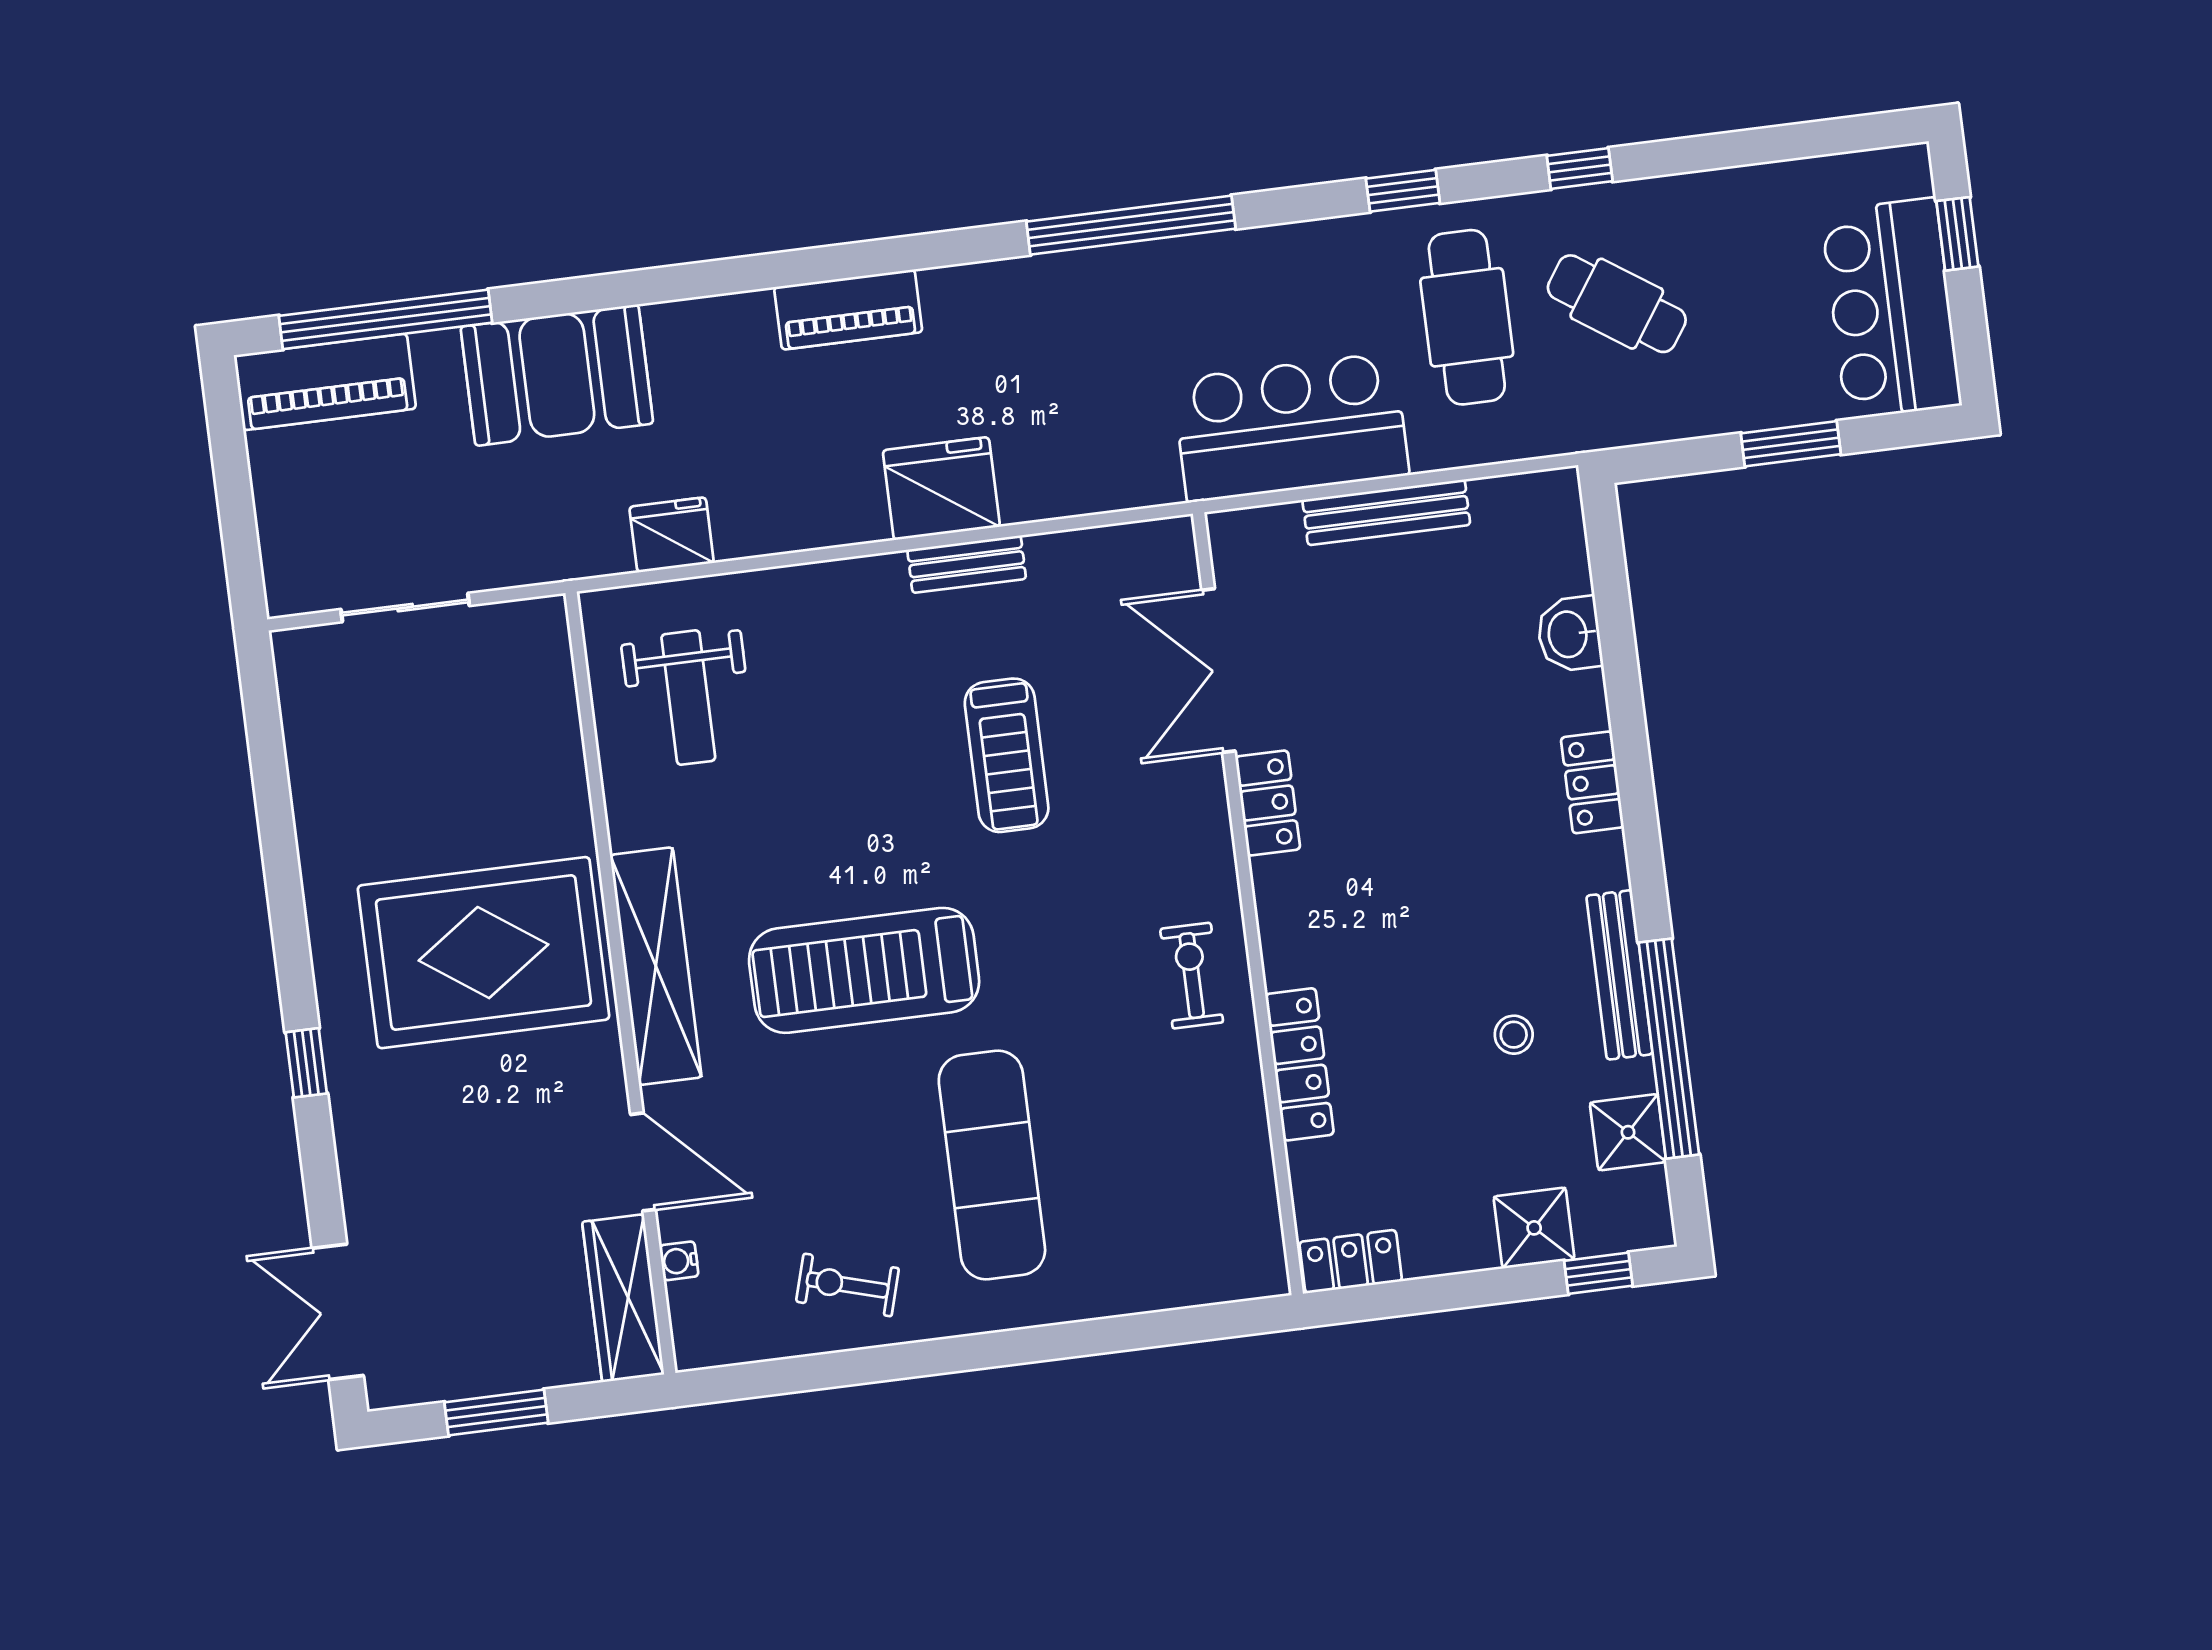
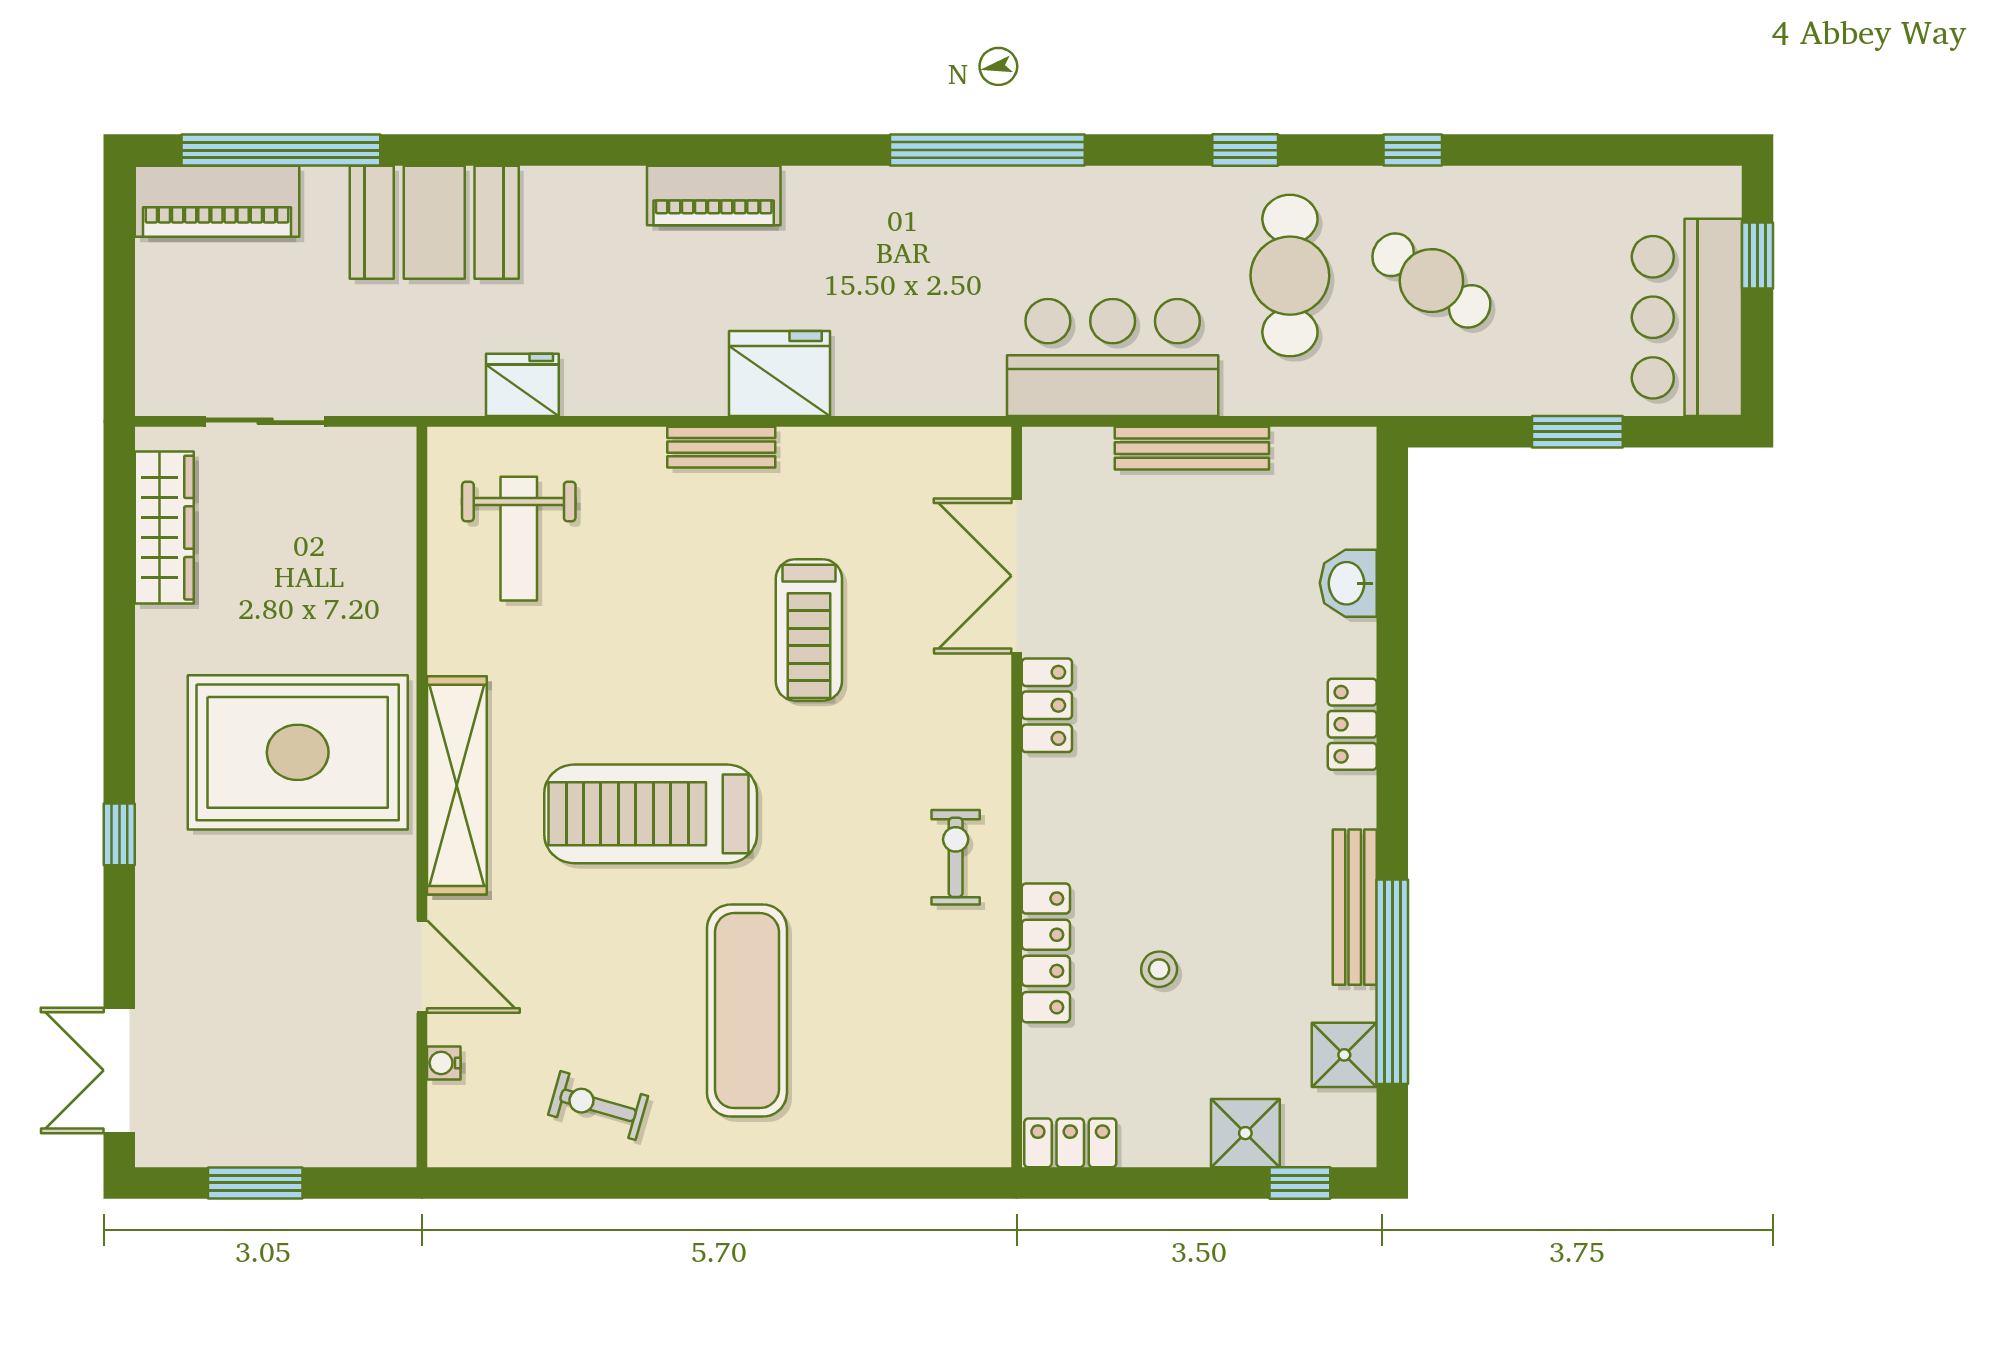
bench: (967, 564) -> (721, 447), moved
stool: (1514, 1035) -> (1159, 969), moved
wardrobe: (623, 1298) -> (164, 528), moved, turned 180

